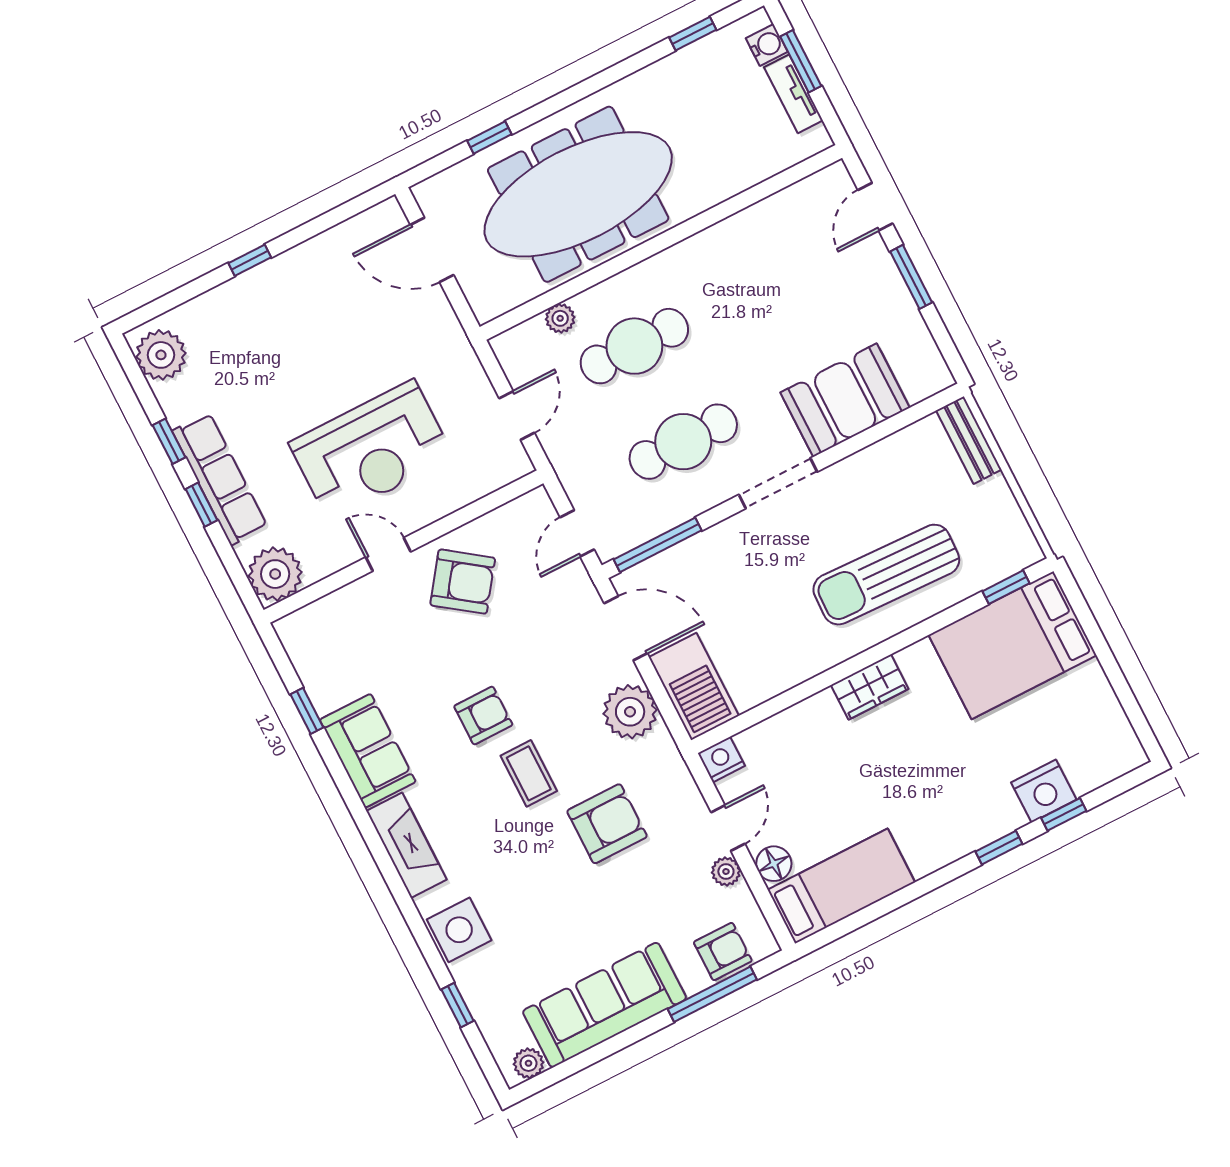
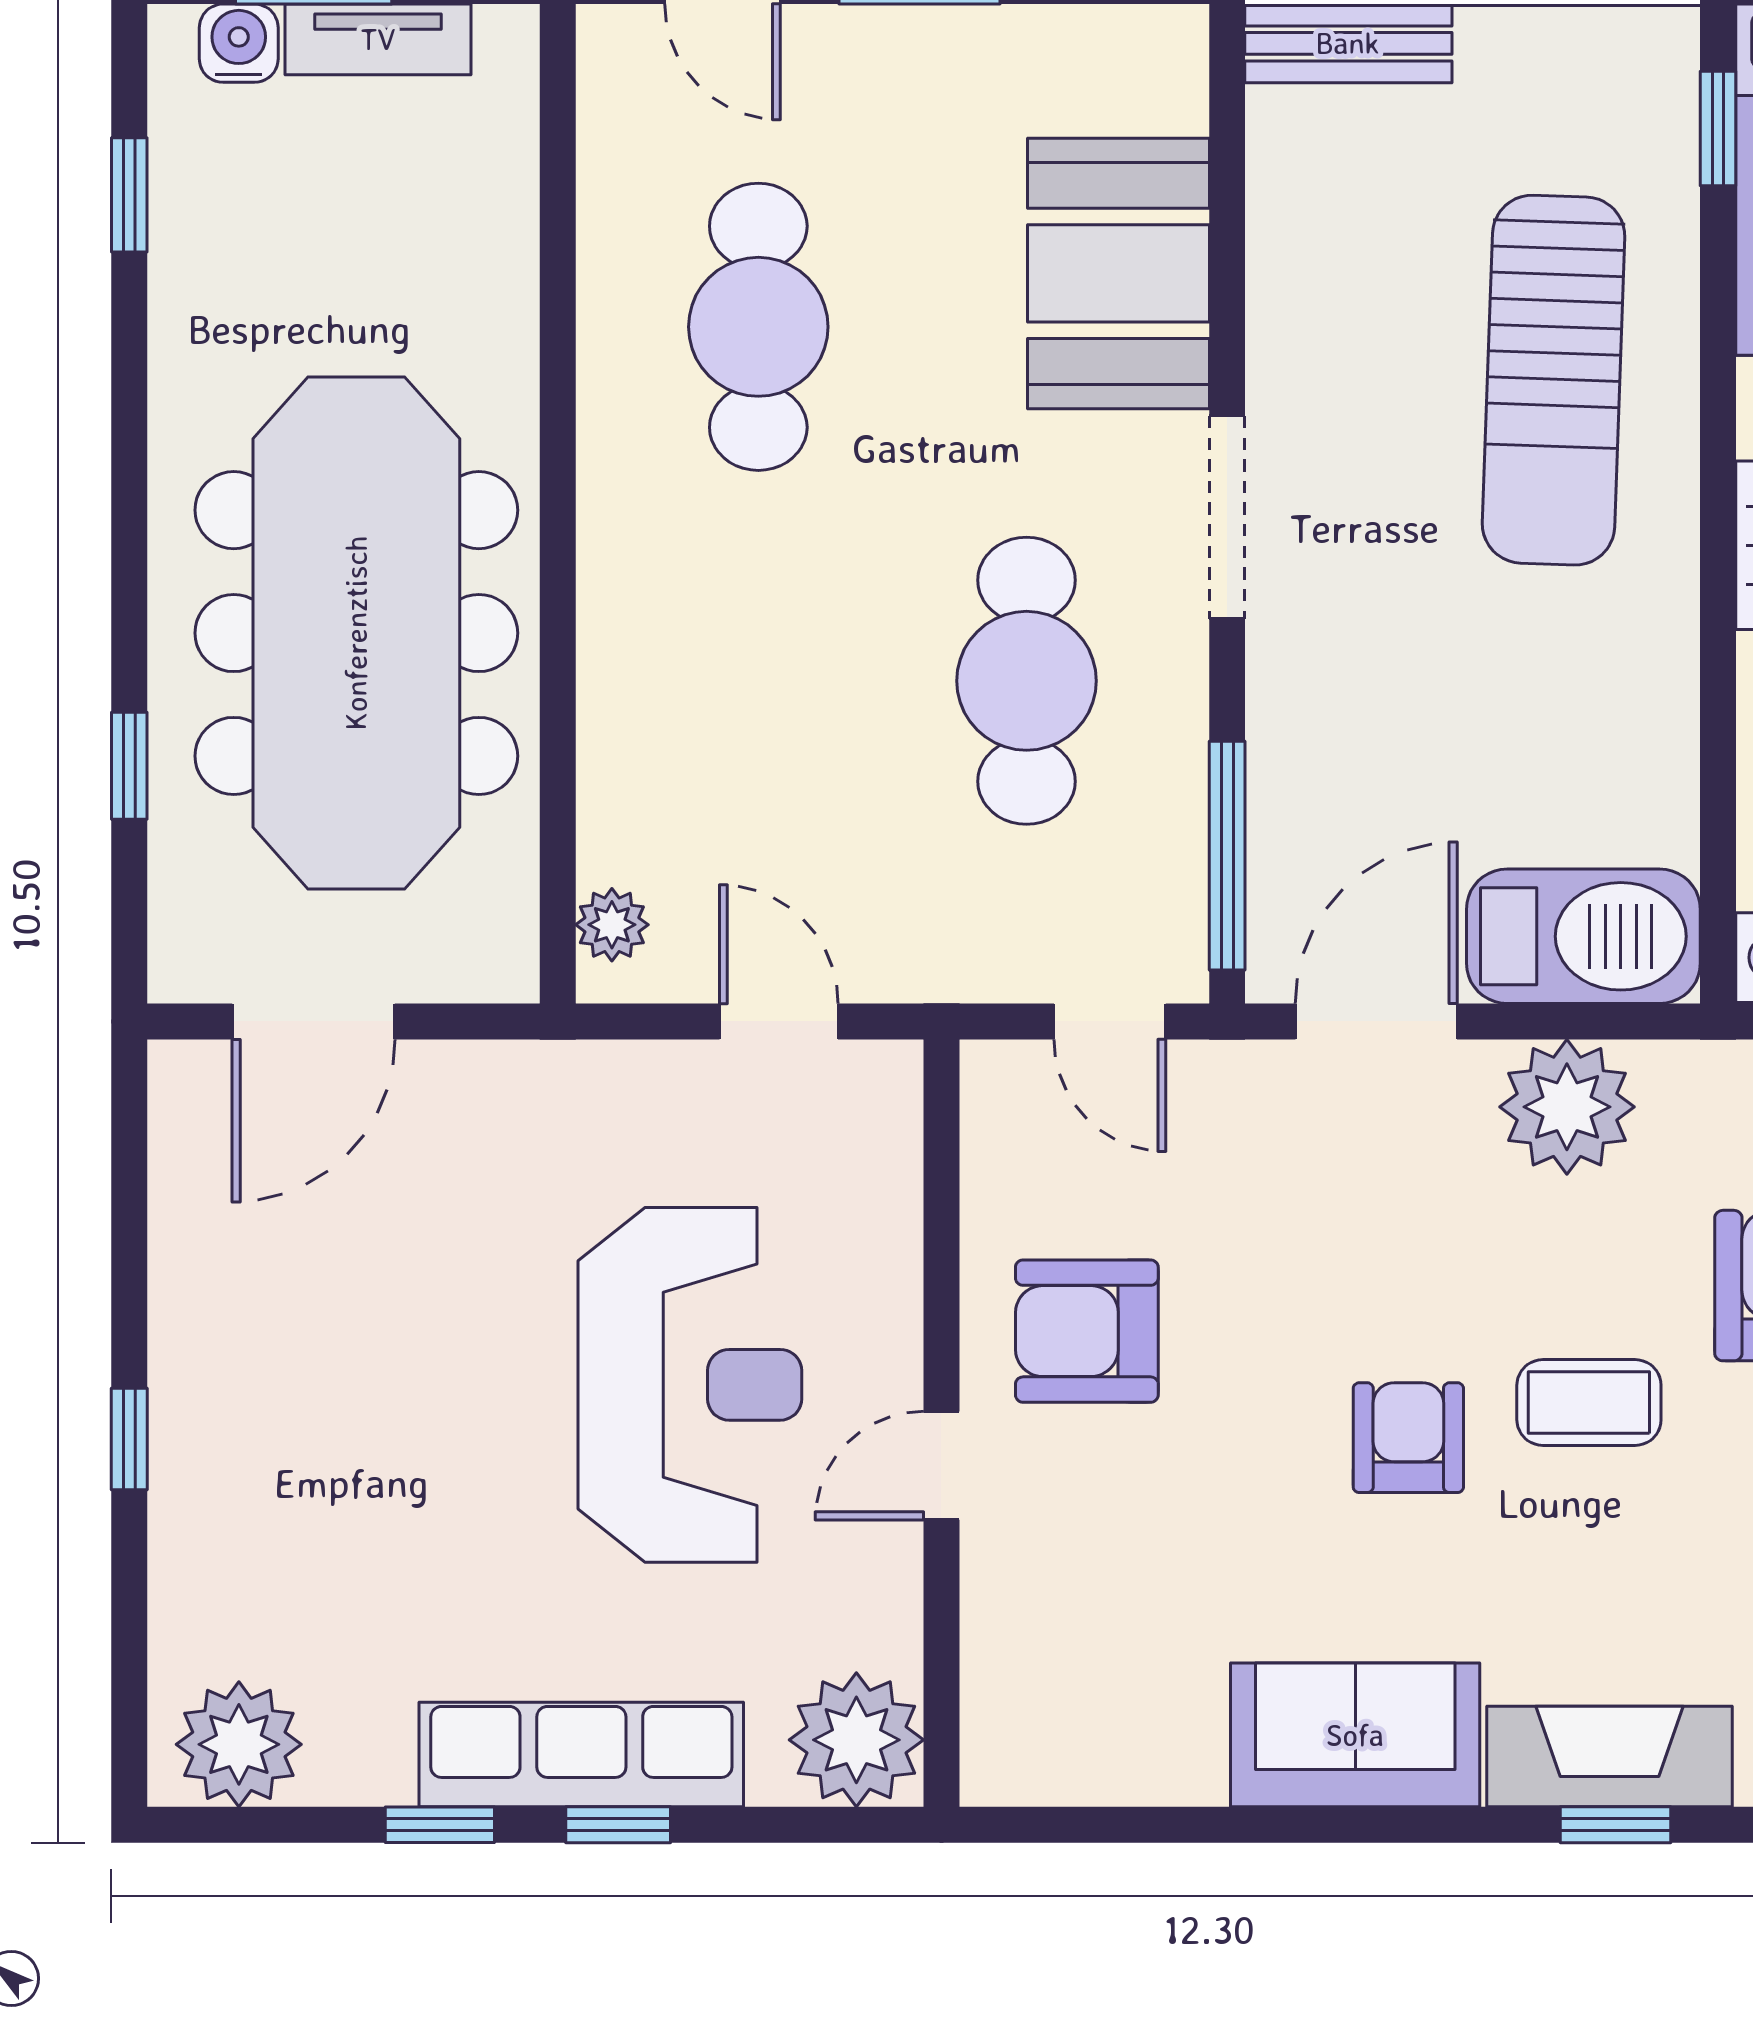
plant: (560, 318) -> (612, 925), moved
cafe table: (634, 346) -> (758, 327), moved
armchair: (463, 582) -> (1087, 1331), turned -126
window: (307, 711) -> (1616, 1825), moved

